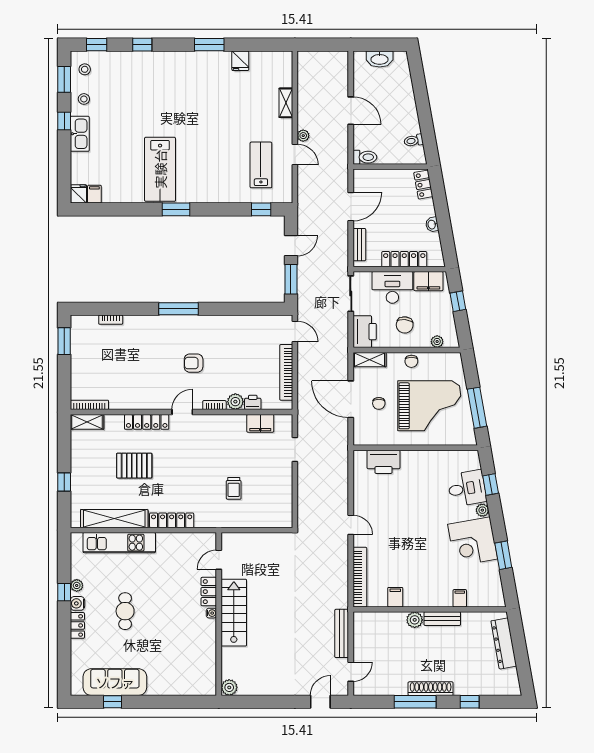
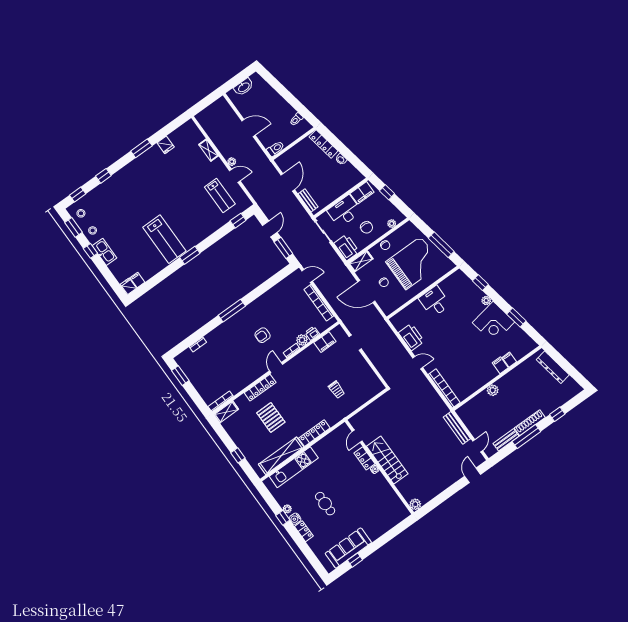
lab bench: (261, 165) -> (220, 195), turned 180
locker: (423, 185) -> (324, 144), width x1.53
locker: (404, 259) -> (339, 190), removed
printer: (384, 462) -> (411, 337), moved, turned -90
pallet: (134, 466) -> (271, 417), turned 90
desk: (467, 488) -> (434, 301), moved, turned -80
filing cabinet: (395, 597) -> (500, 365), moved
bench: (442, 619) -> (506, 440), moved

